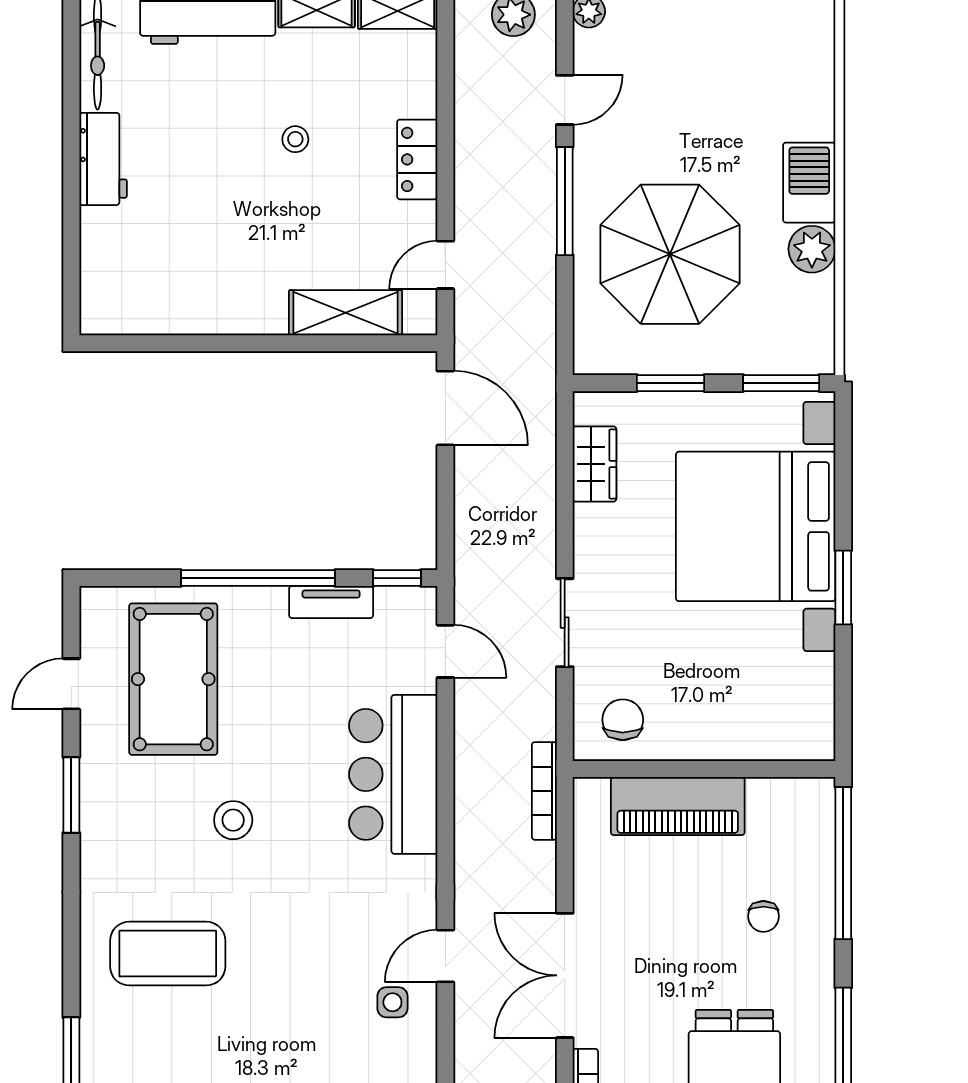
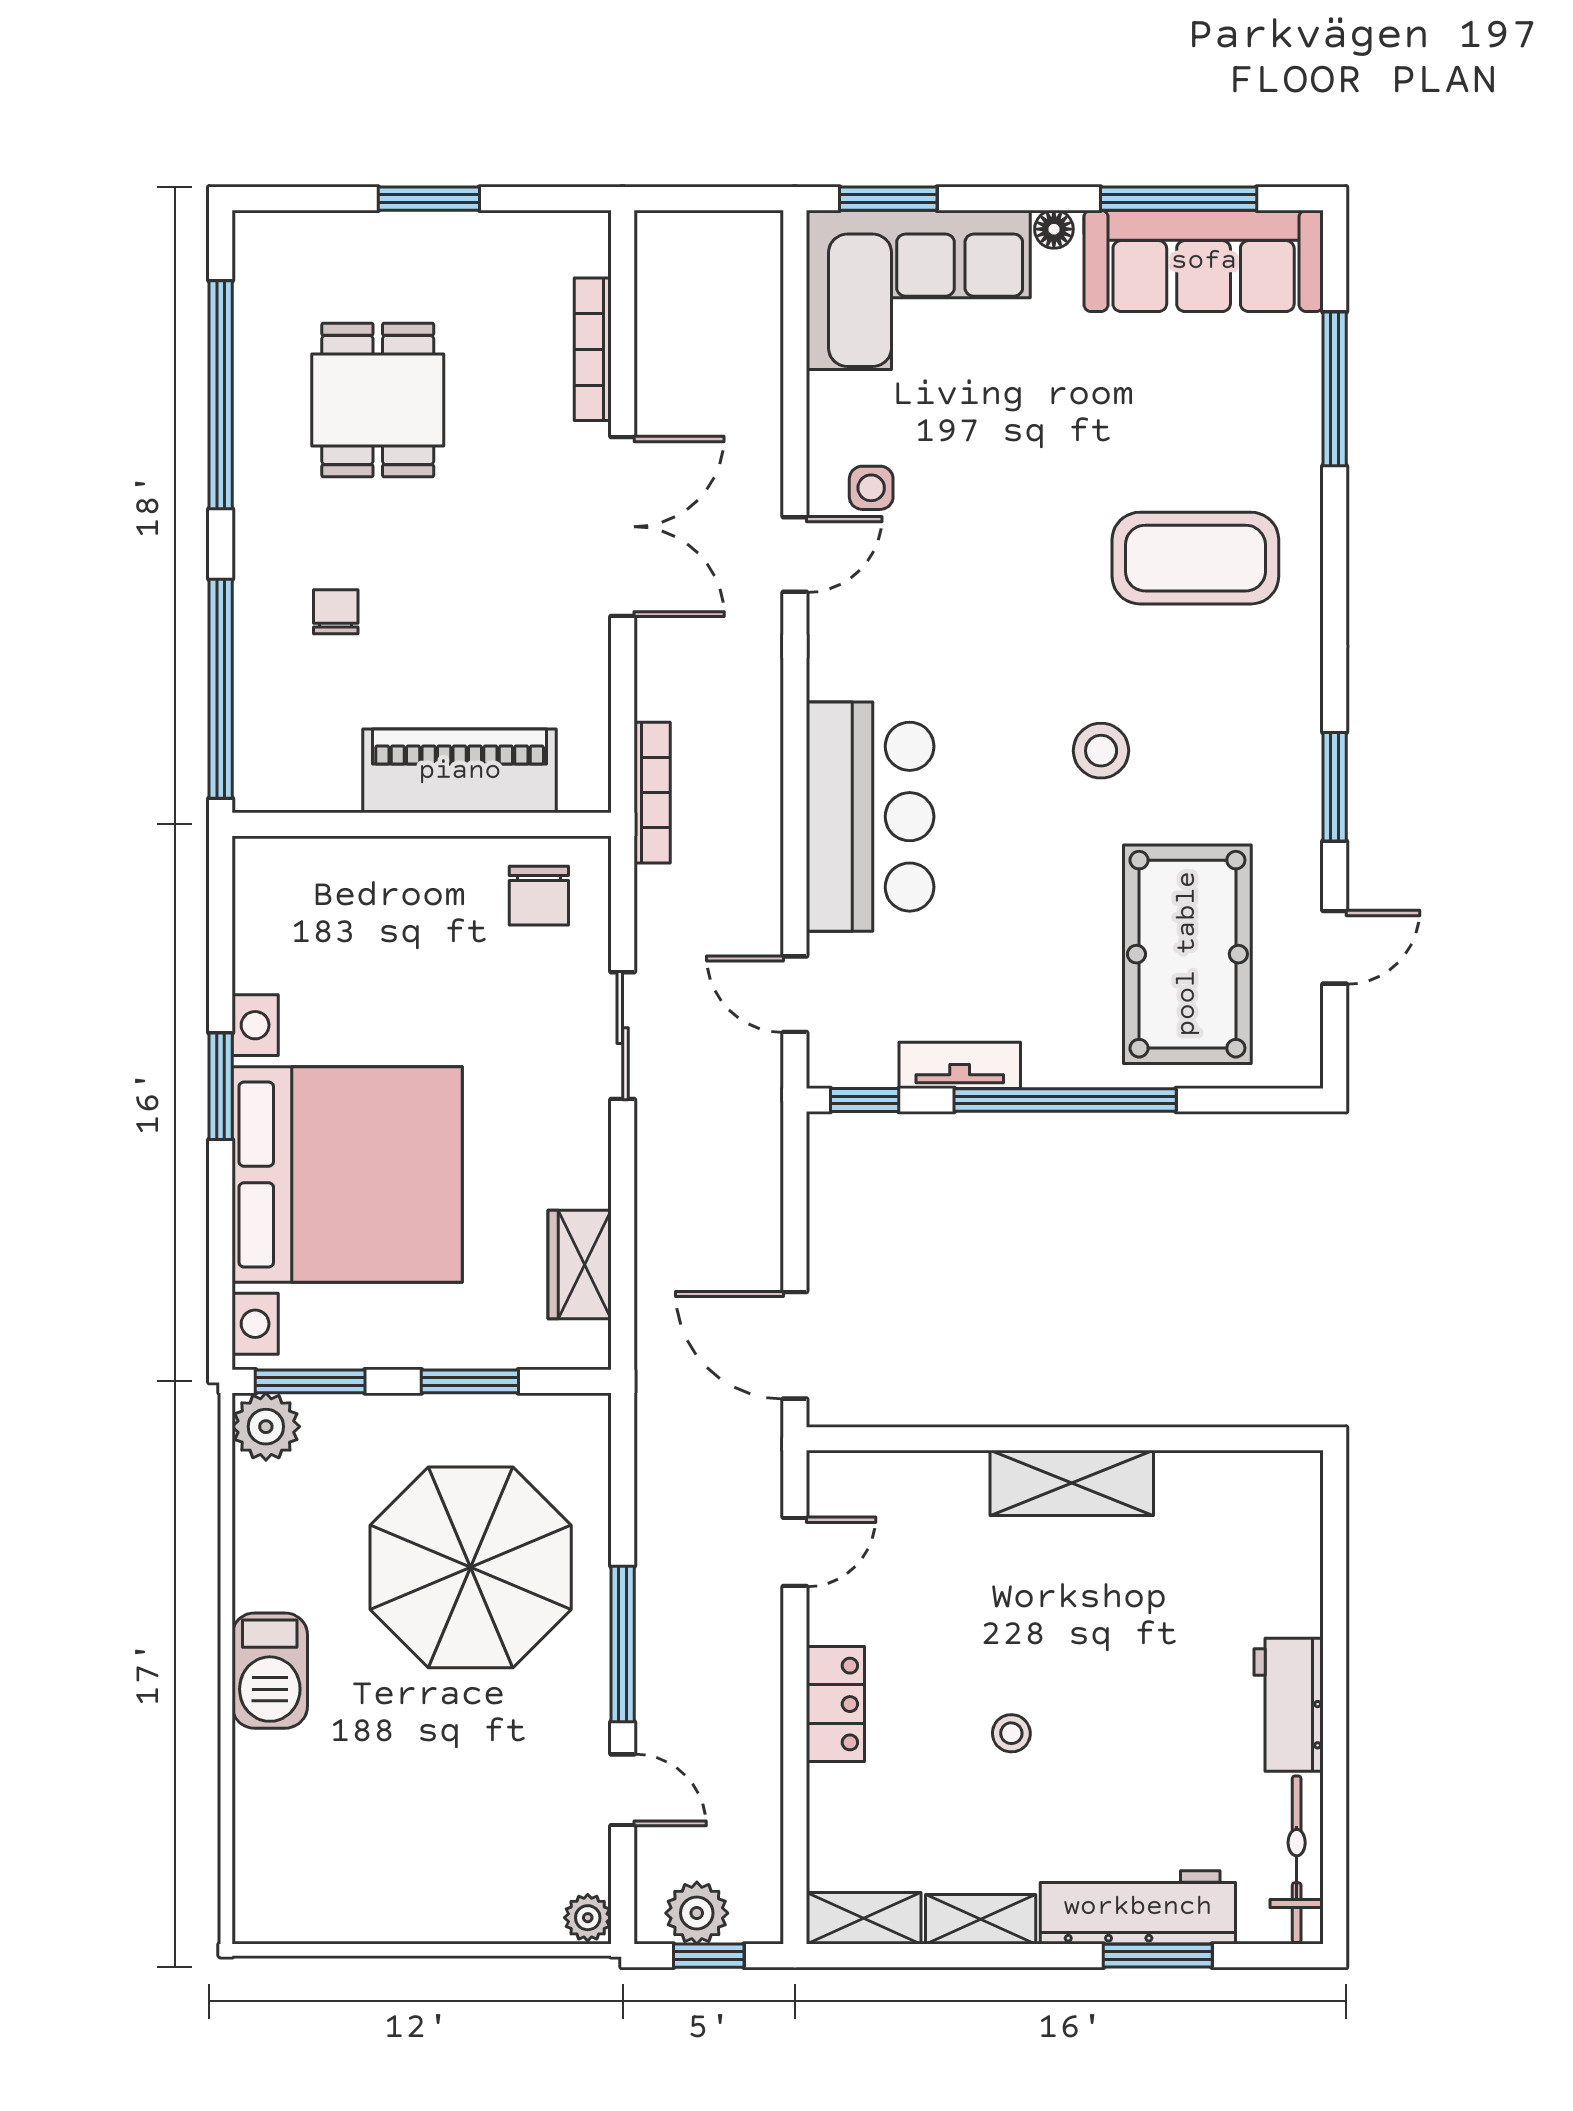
door: (565, 100) -> (623, 1790), swing flipped
plant: (812, 249) -> (266, 1427), moved
shelving: (346, 313) -> (1072, 1483), moved

